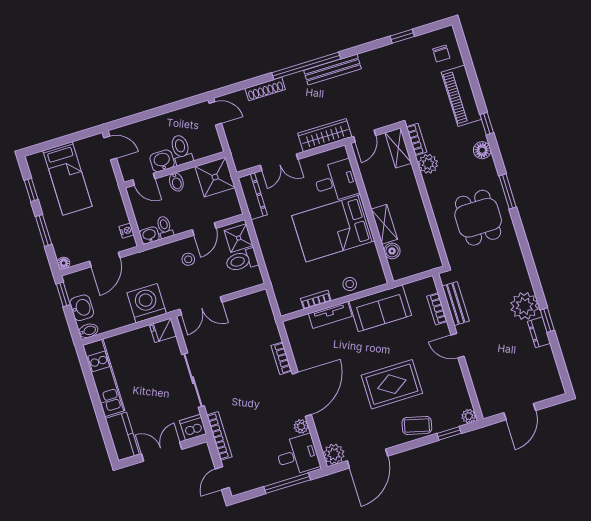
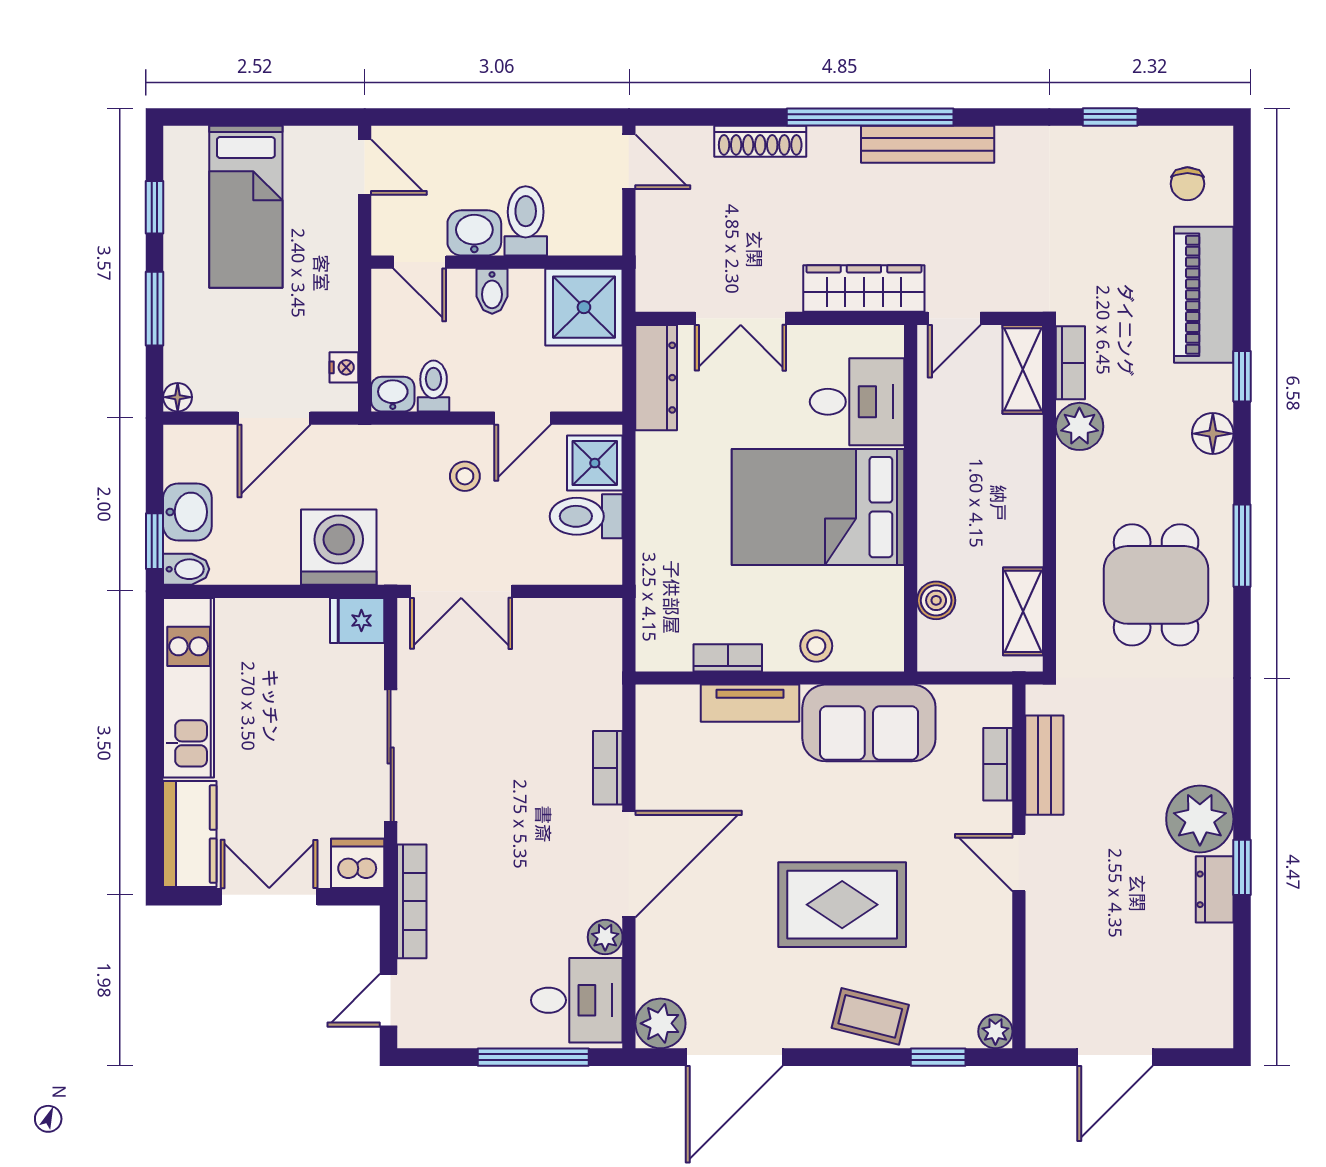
shelving: (384, 224) -> (1023, 611), moved
window: (63, 294) -> (155, 541), moved

